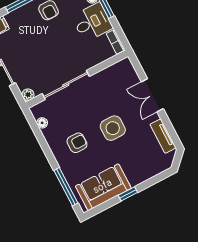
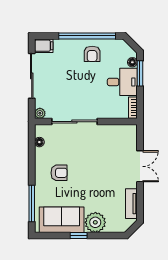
double door: (152, 95) -> (140, 166), swing flipped
side table: (113, 128) -> (94, 176), removed
plant: (137, 173) -> (95, 222), added

